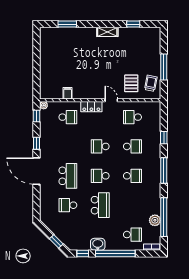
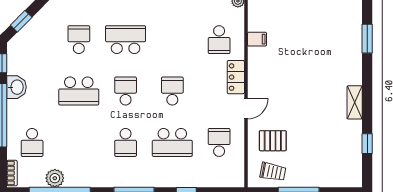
school desk: (132, 146) -> (172, 142), width x1.85
school desk: (68, 176) -> (126, 40), turned 180

